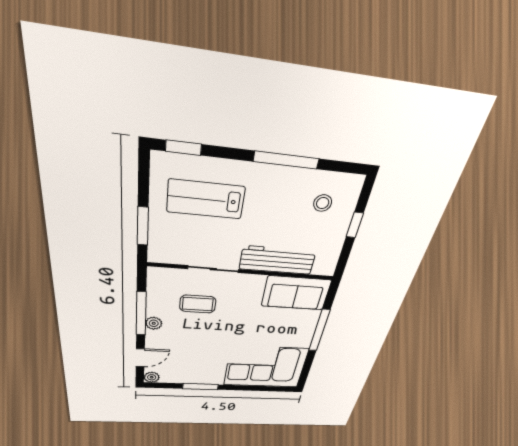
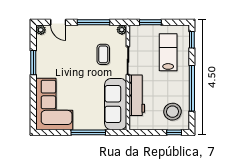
window: (286, 160) -> (192, 88), width x1.46
stool: (323, 203) -> (172, 112), width x1.89, depth x1.89
window: (355, 225) -> (174, 132), moved
sofa: (296, 293) -> (116, 104), width x1.36
plant: (154, 323) -> (122, 30), moved

